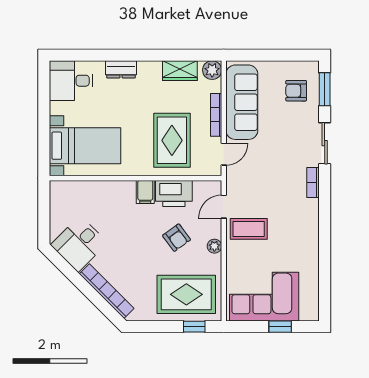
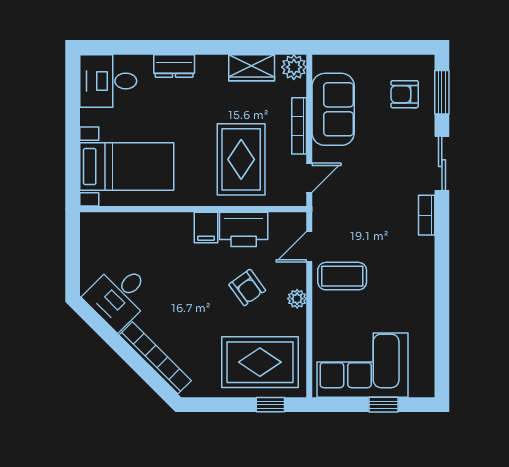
sofa: (242, 102) -> (333, 109), width x0.73

